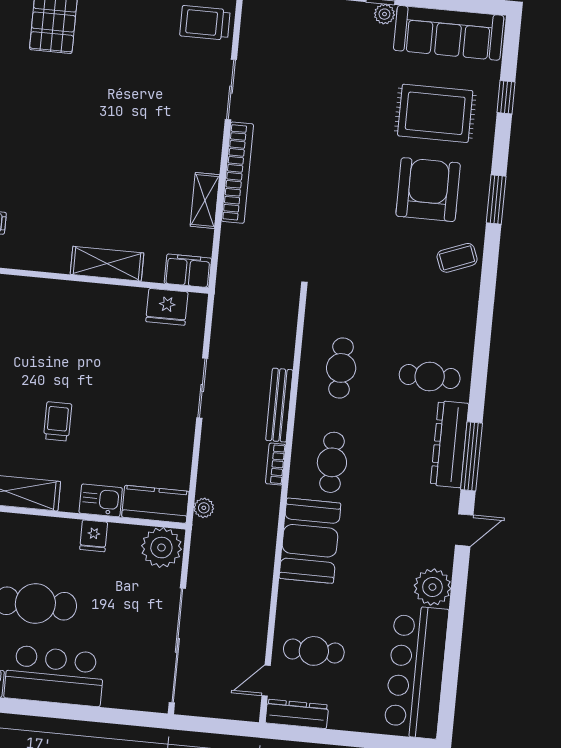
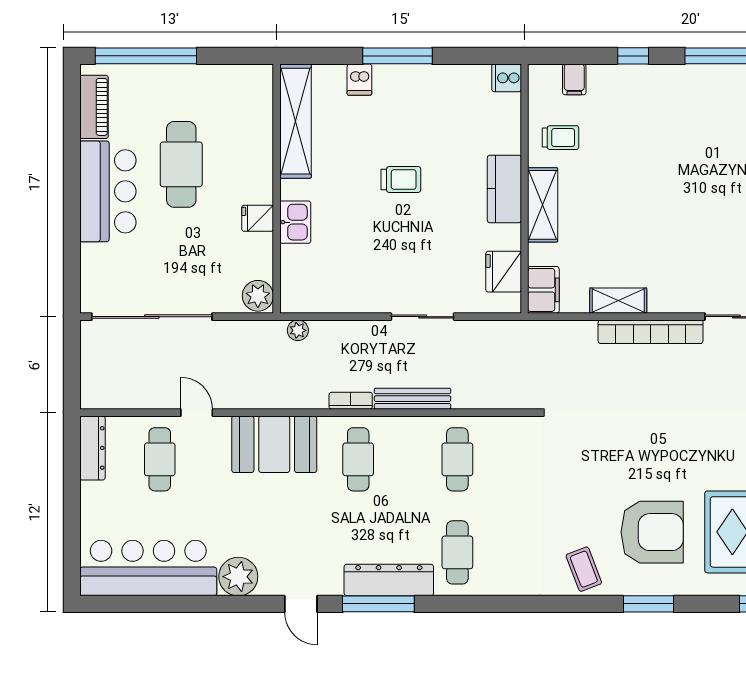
trolley: (45, 240) -> (561, 138), added
cafe table: (341, 368) -> (457, 459), turned 90
trolley: (58, 421) -> (401, 179), moved
cafe table: (332, 462) -> (358, 459), turned 90
kitchen counter: (155, 504) -> (504, 189), moved, turned 180
plant: (161, 548) -> (258, 296), width x0.73, depth x0.73
door: (266, 681) -> (197, 413), moved

